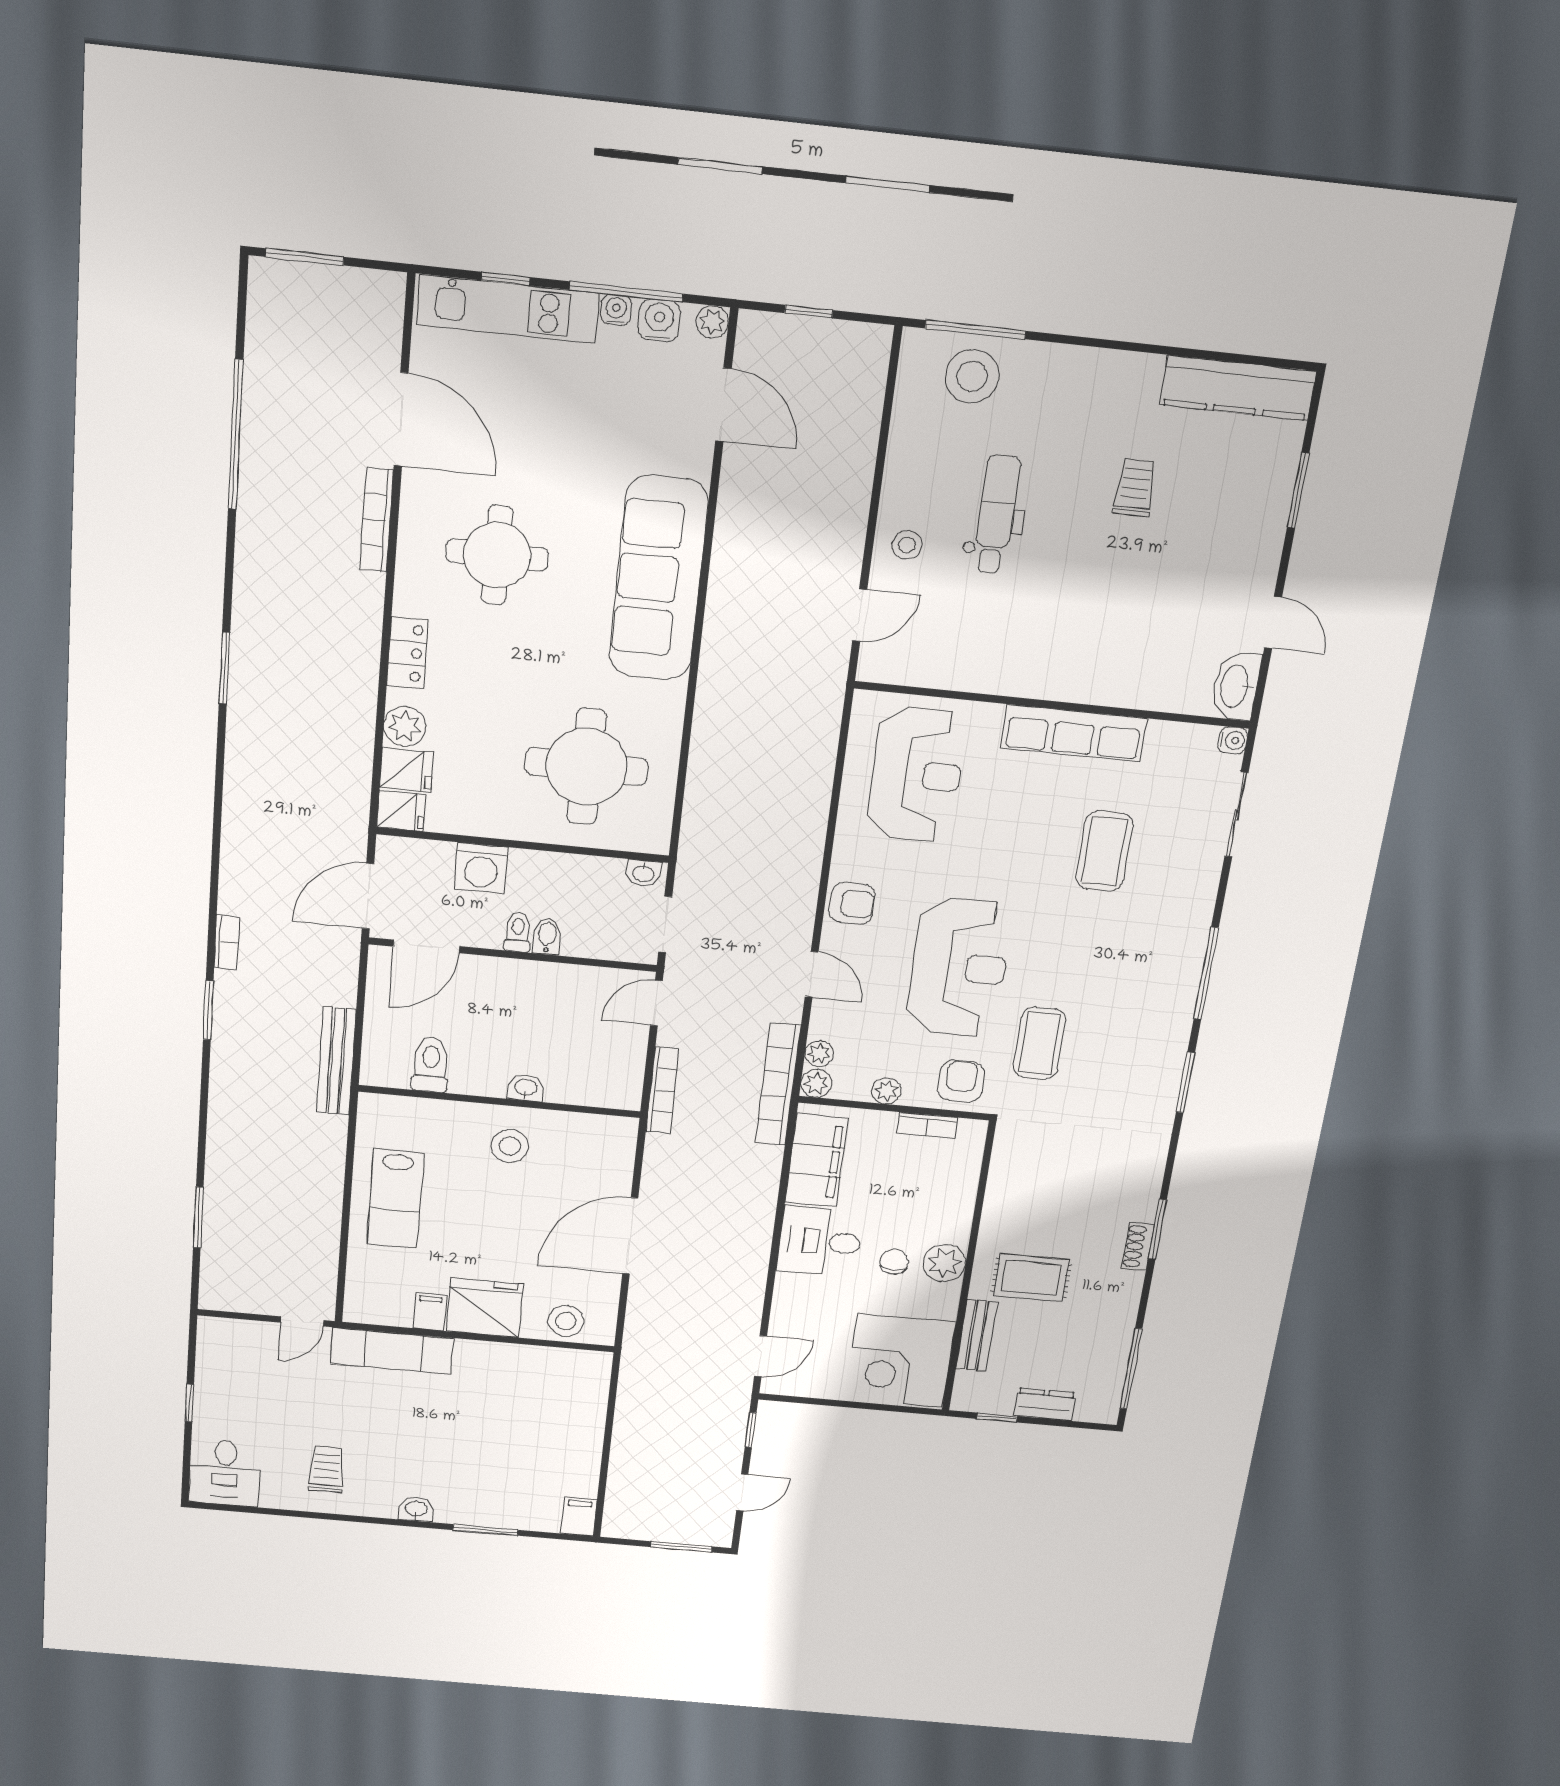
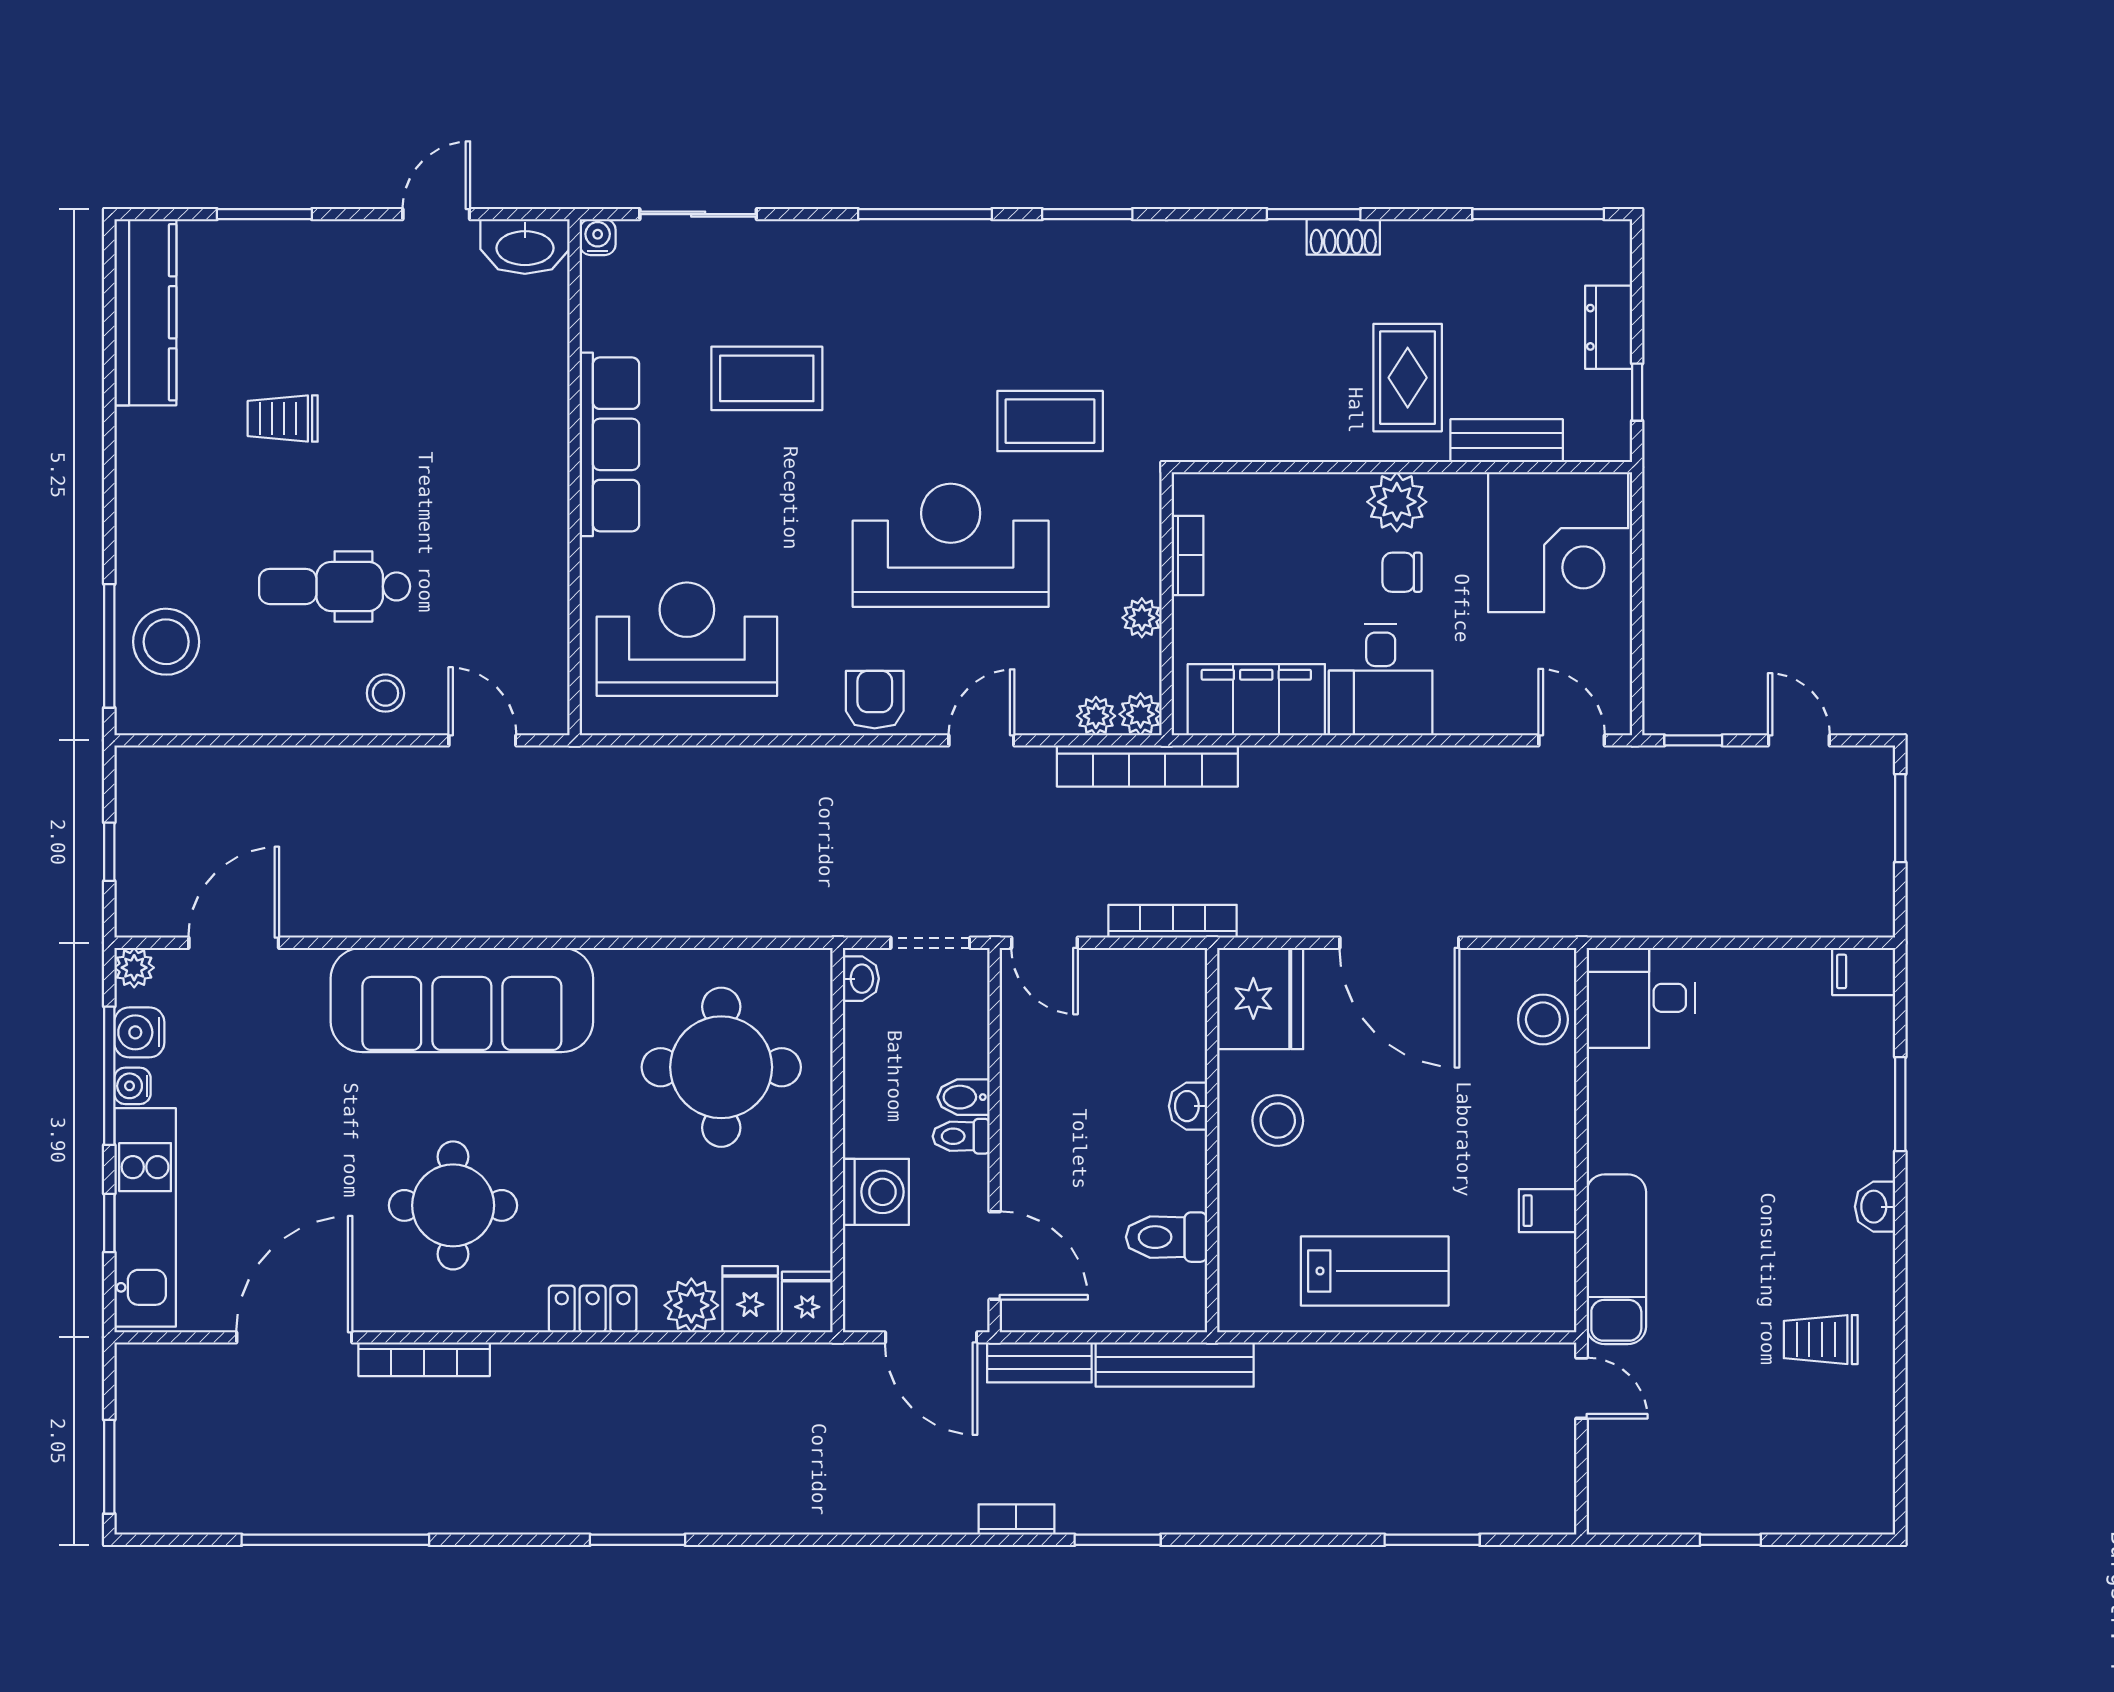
bench: (344, 969) -> (1039, 1362), added
armchair: (961, 1081) -> (1117, 519), removed
fridge: (485, 1308) -> (1260, 998), moved, turned 180
desk: (225, 1473) -> (1641, 998), moved, turned 180

